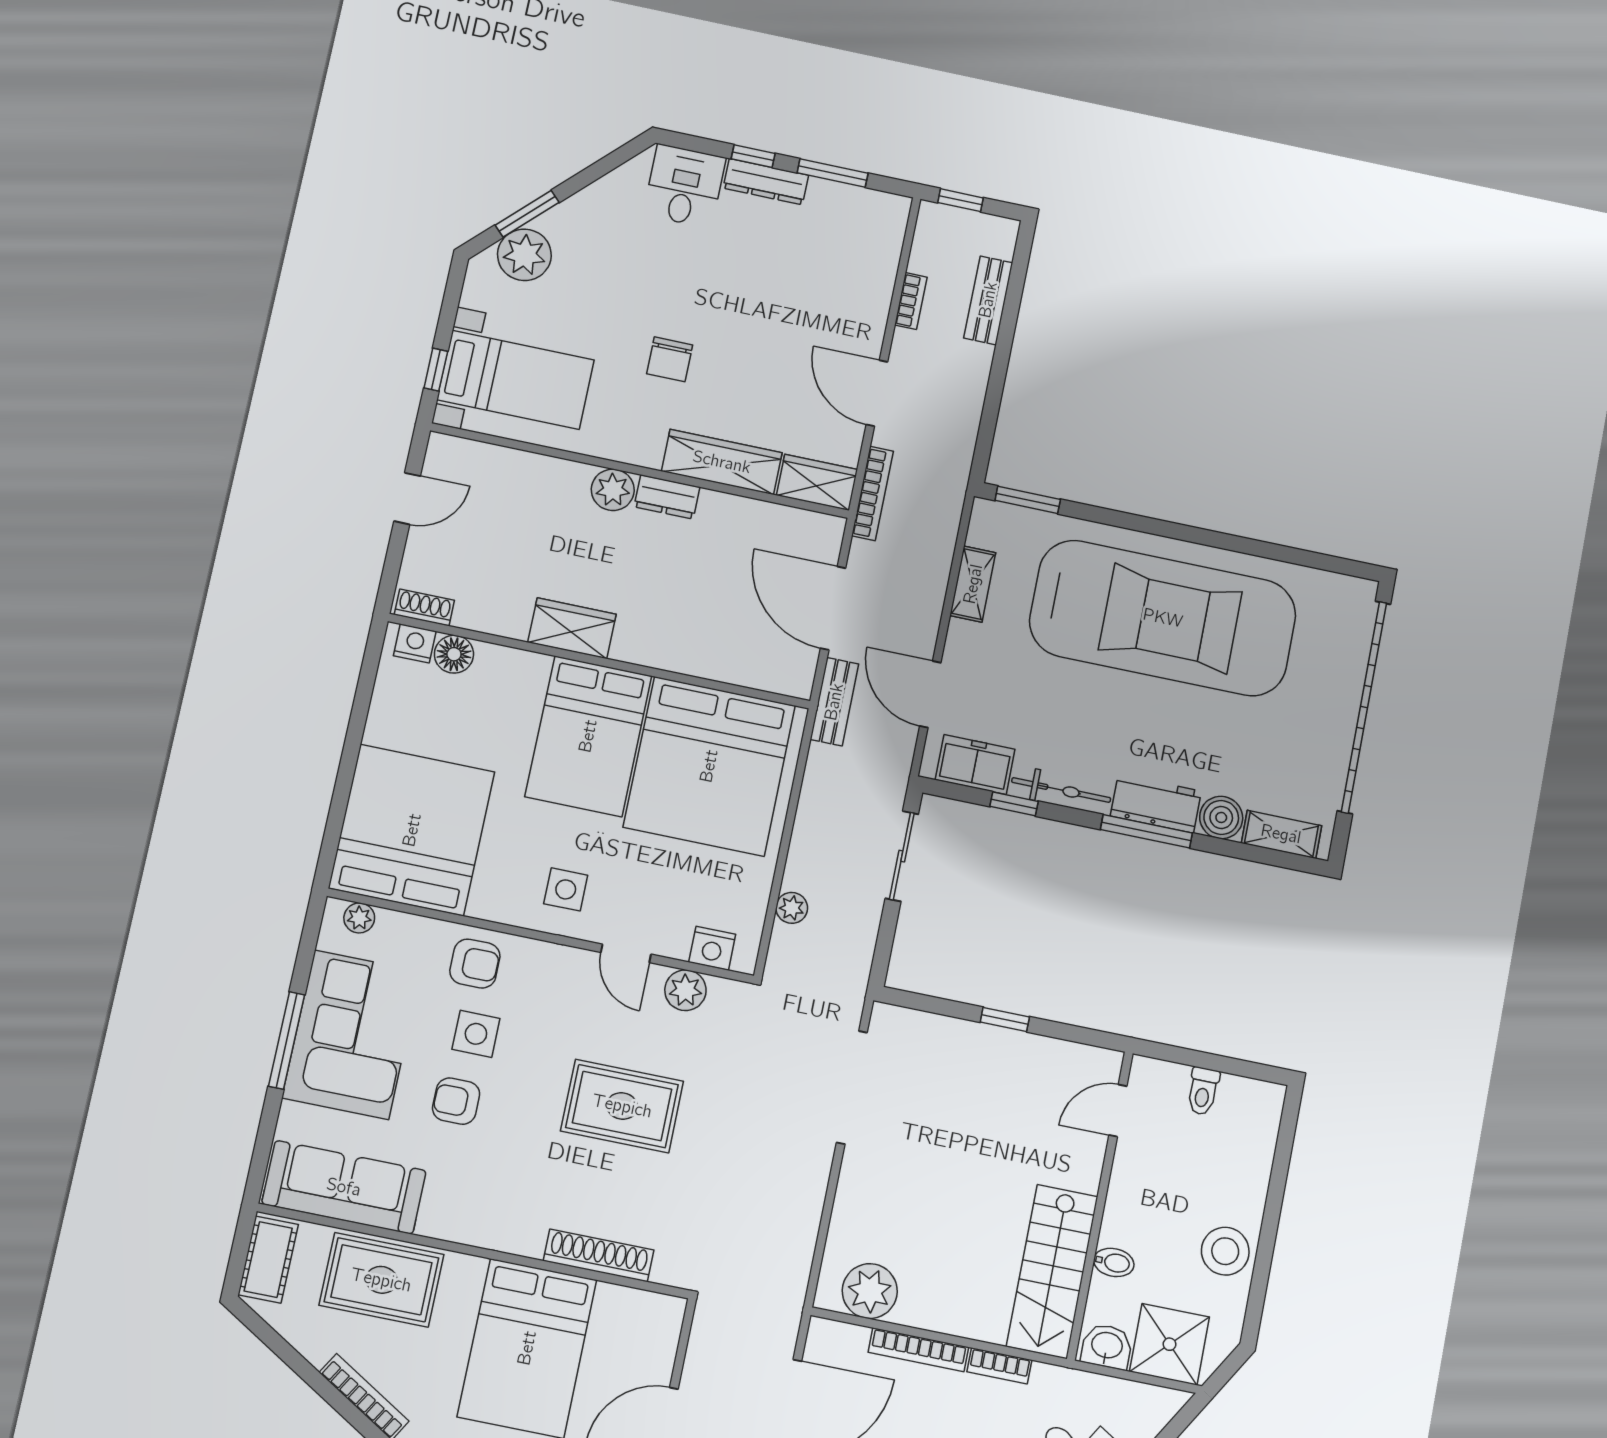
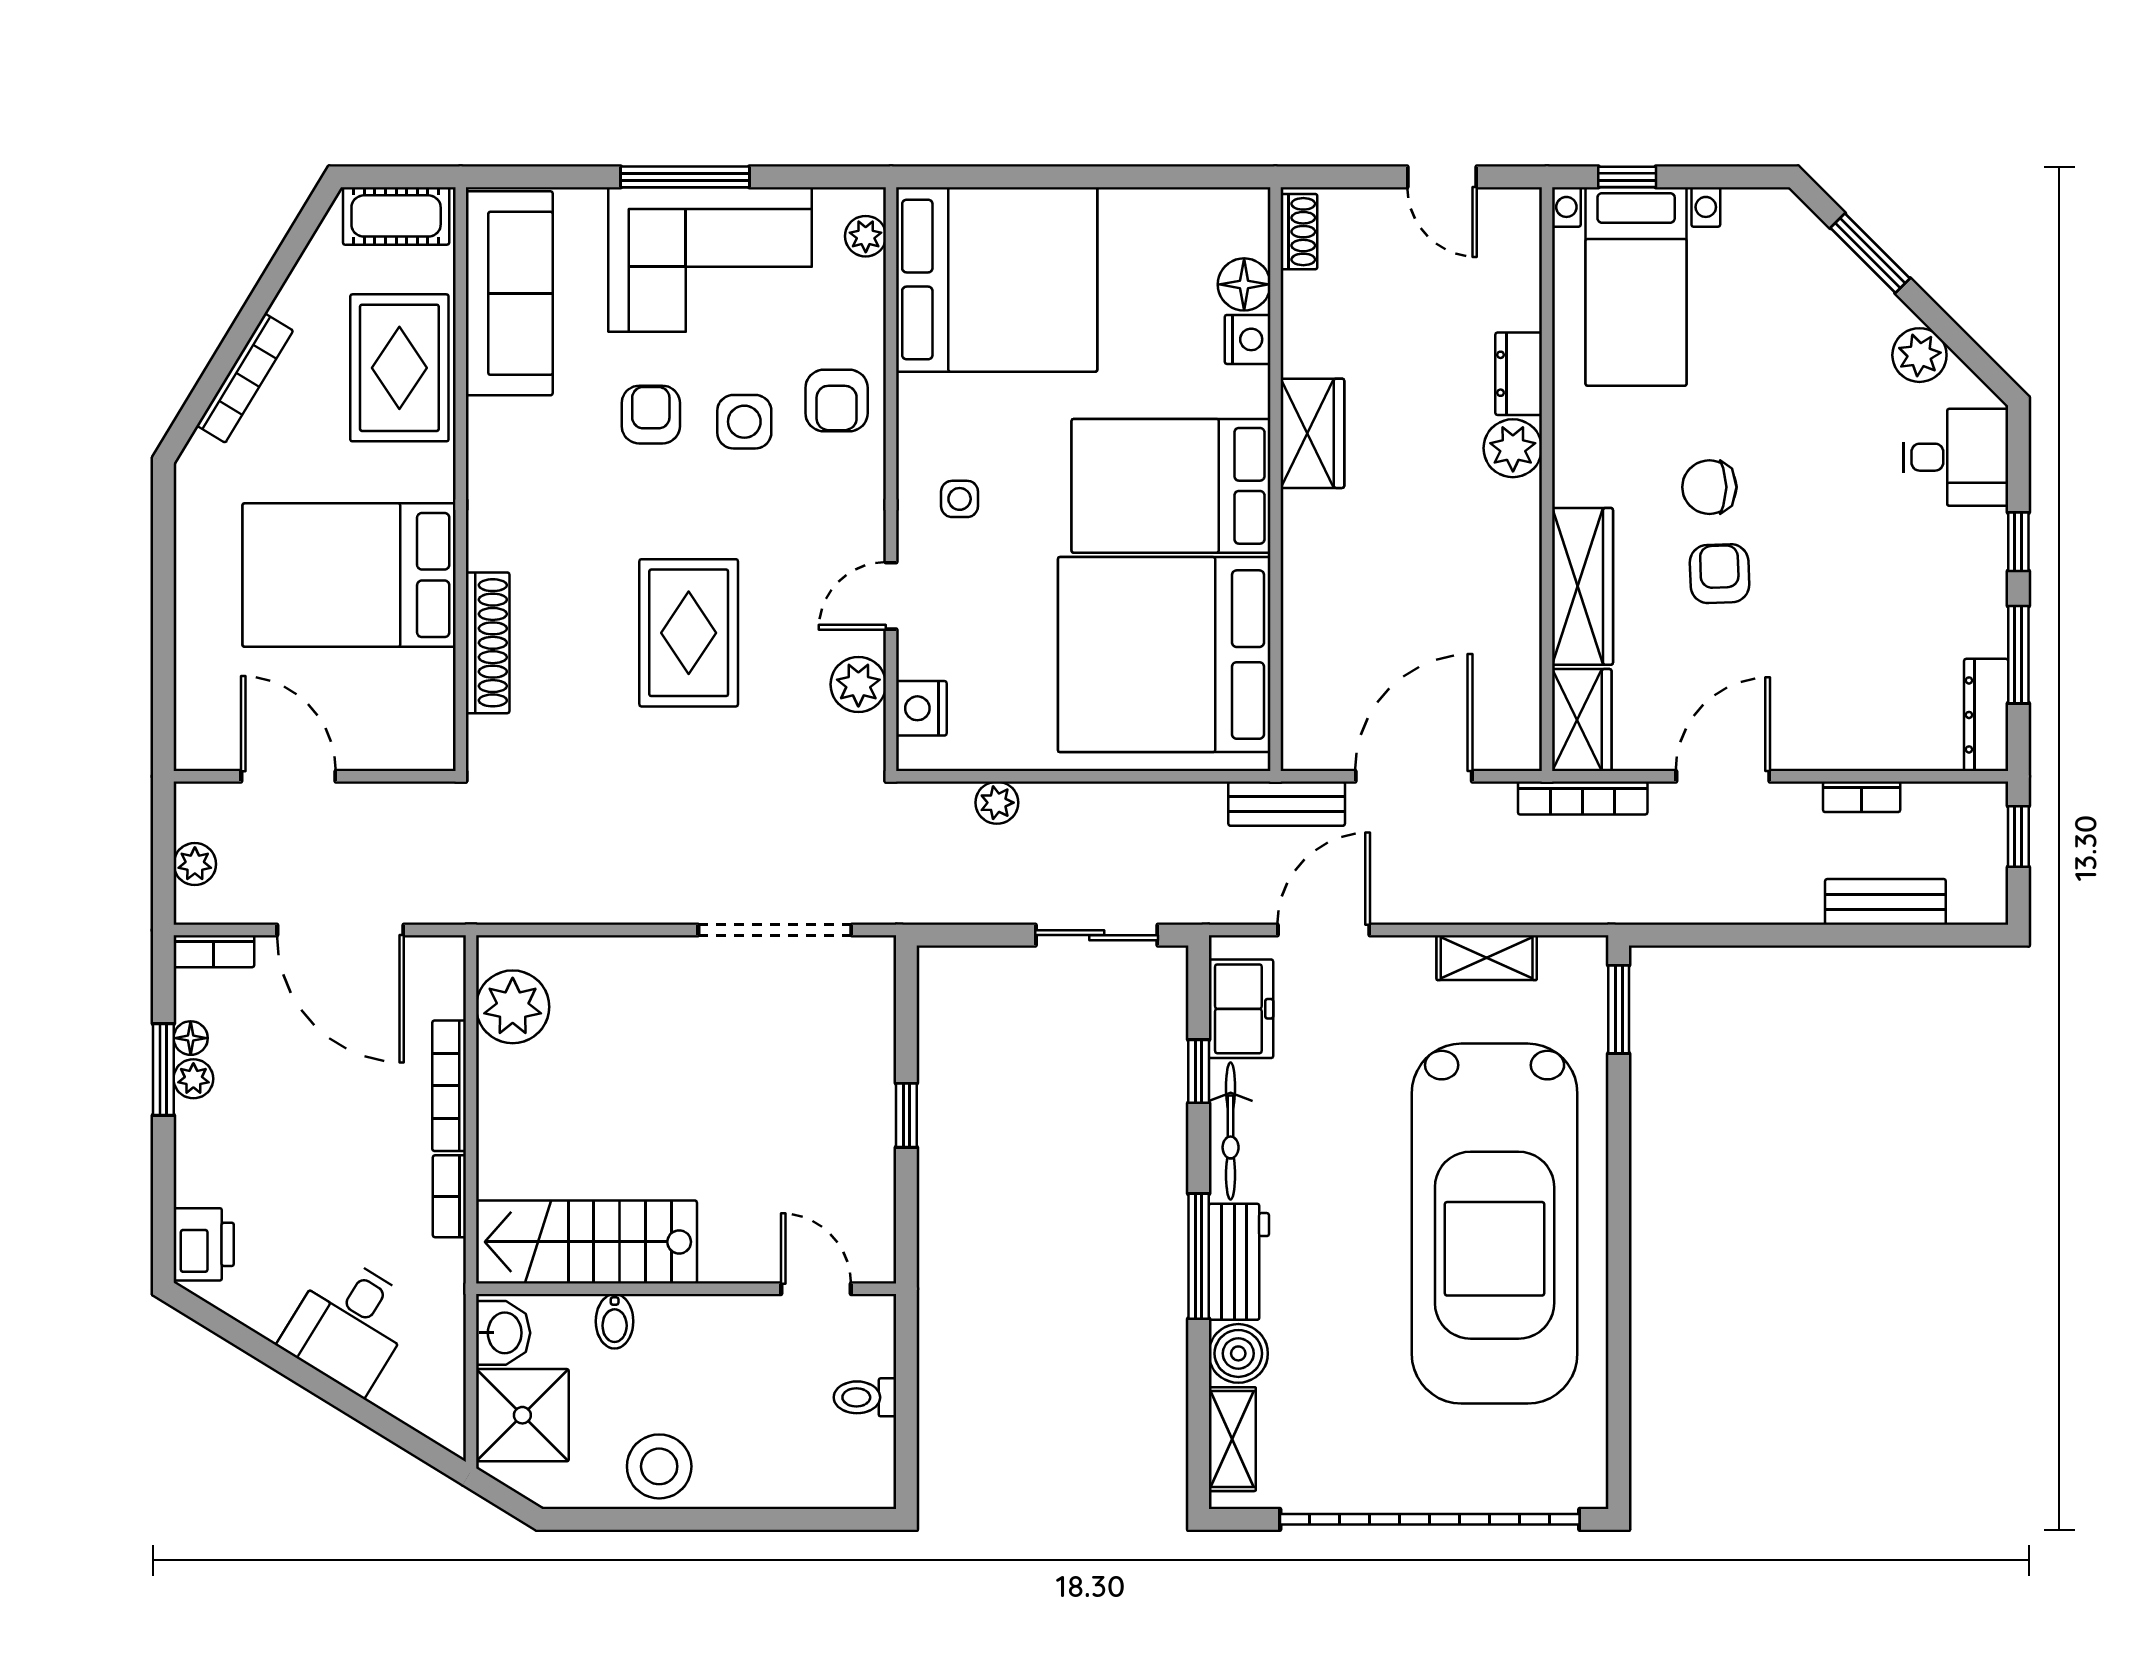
dresser: (766, 182) -> (1986, 715), moved
plant: (524, 255) -> (1919, 355), moved, width x0.73, depth x0.73
armchair: (733, 365) -> (1720, 574), added
dresser: (667, 497) -> (1519, 374), moved
nightstand: (415, 643) -> (1248, 339), moved
side table: (566, 889) -> (960, 499), width x0.73, depth x0.73

